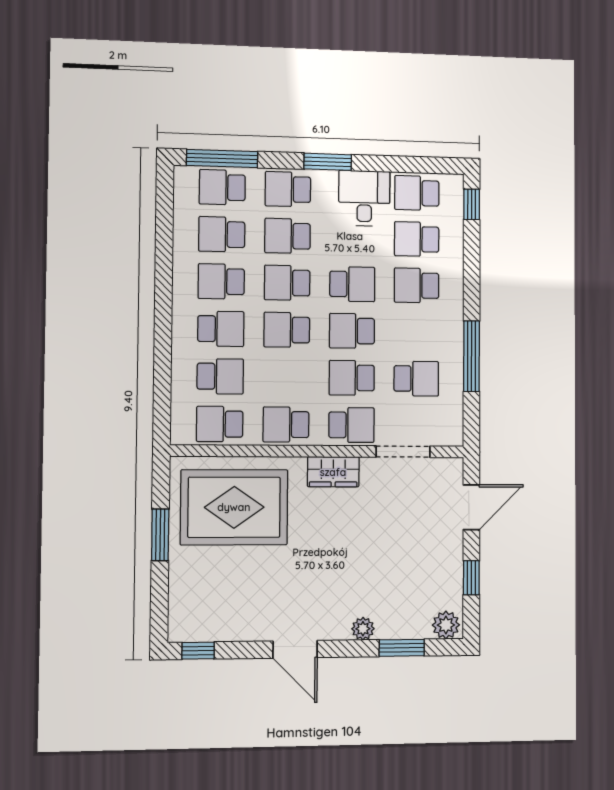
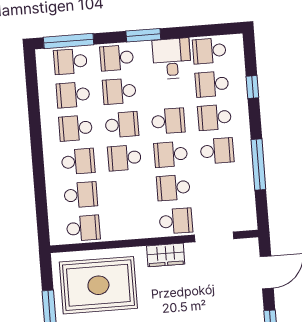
window: (472, 204) -> (252, 87), moved
school desk: (287, 283) -> (122, 125), turned 180
school desk: (416, 379) -> (217, 151), moved
school desk: (220, 424) -> (83, 228), turned 180
school desk: (286, 424) -> (130, 225), removed

